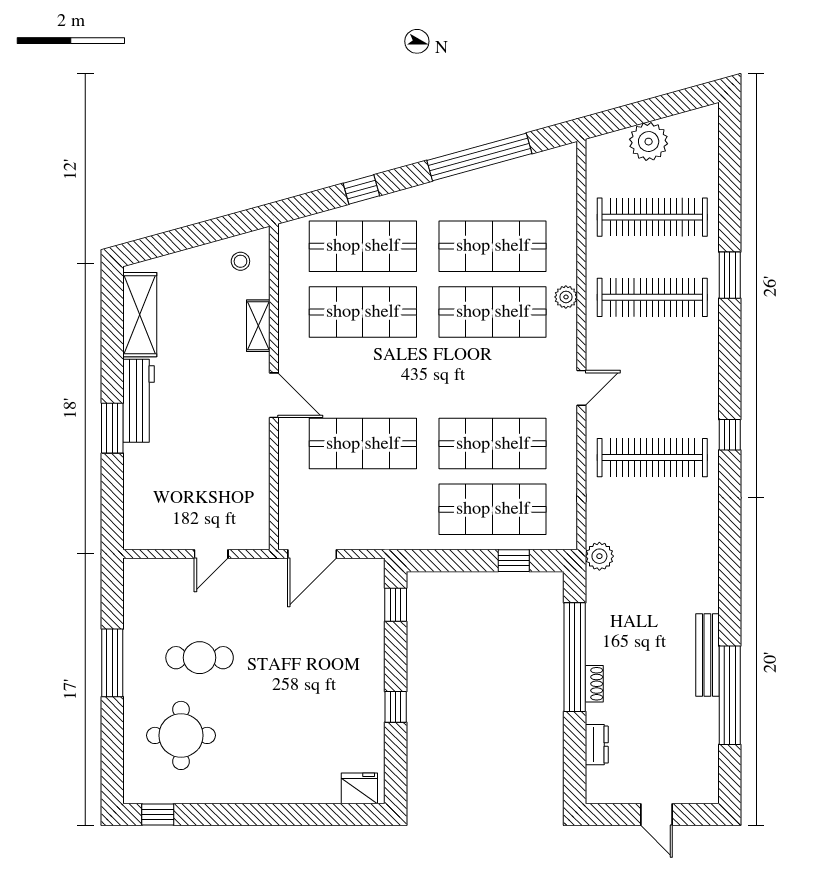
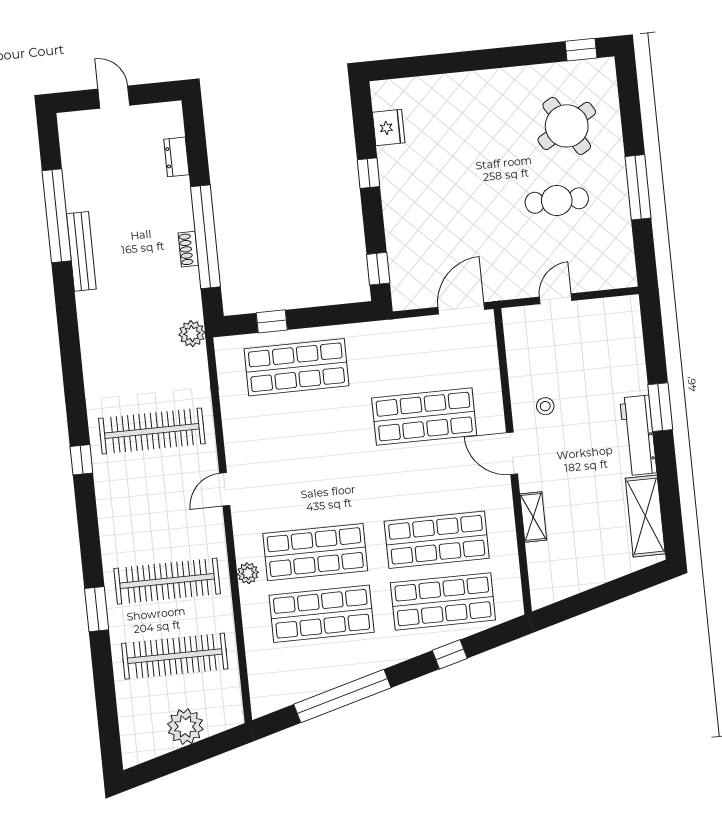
stool: (240, 261) -> (545, 406), moved
shop shelf: (493, 444) -> (303, 429), removed
shoe rack: (594, 684) -> (188, 249), moved
round table: (181, 735) -> (567, 126), turned -31
fridge: (359, 788) -> (389, 128), moved, turned -90

